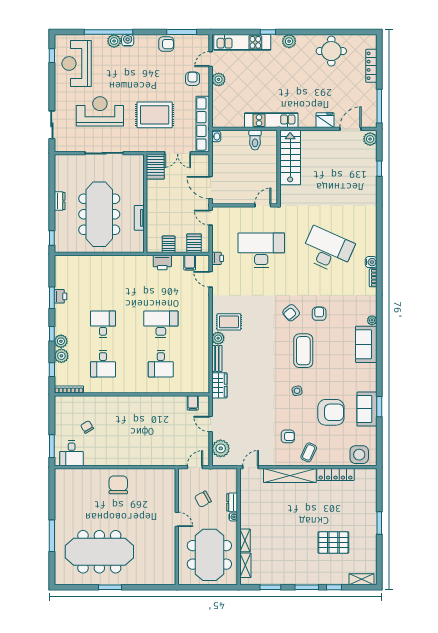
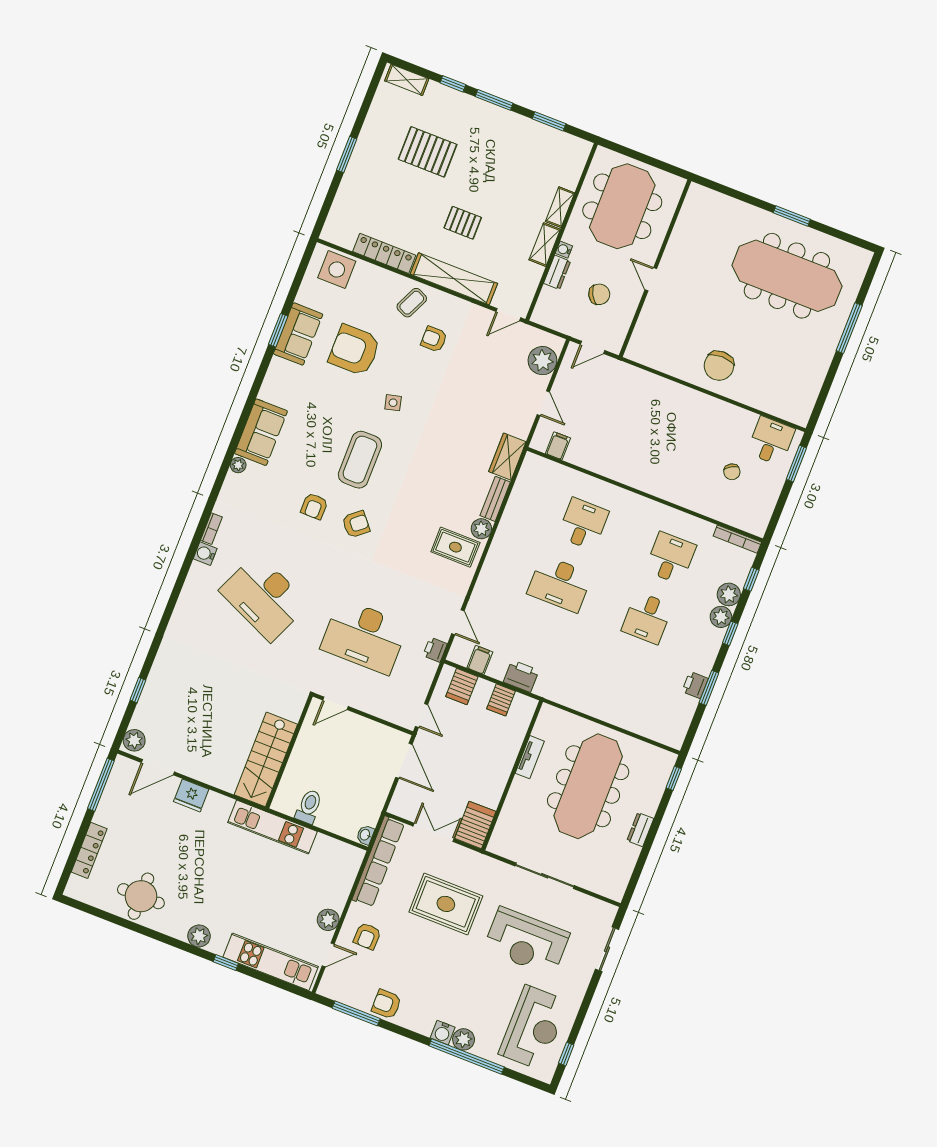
pallet: (297, 510) -> (463, 223), added
shelving: (245, 565) -> (545, 245), moved

